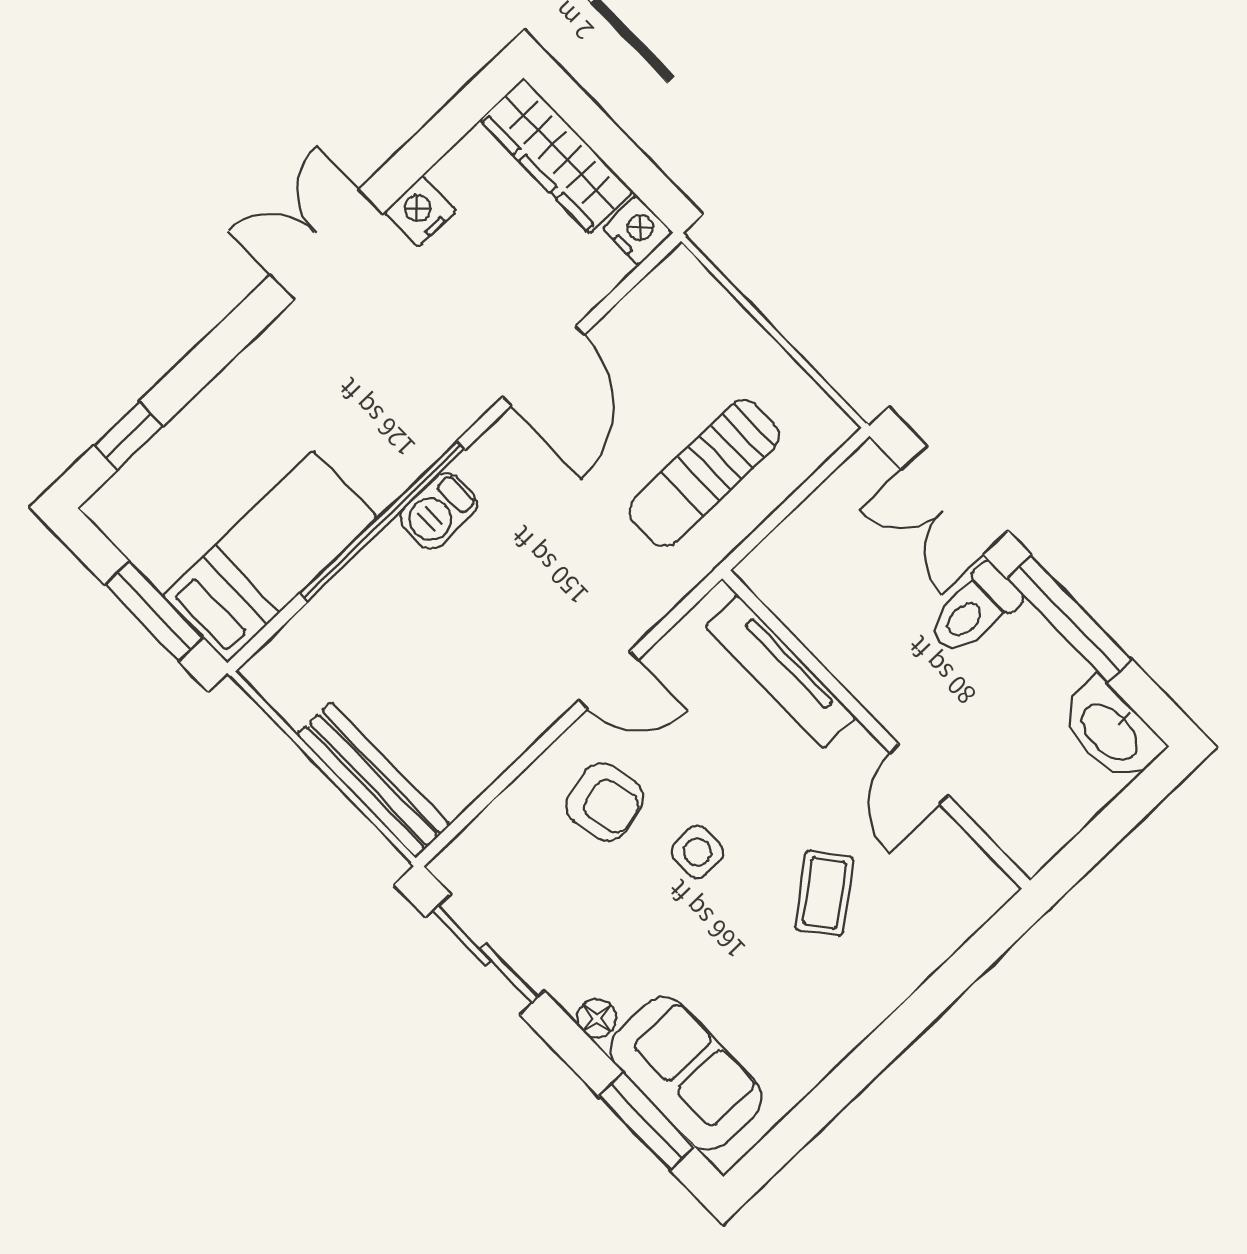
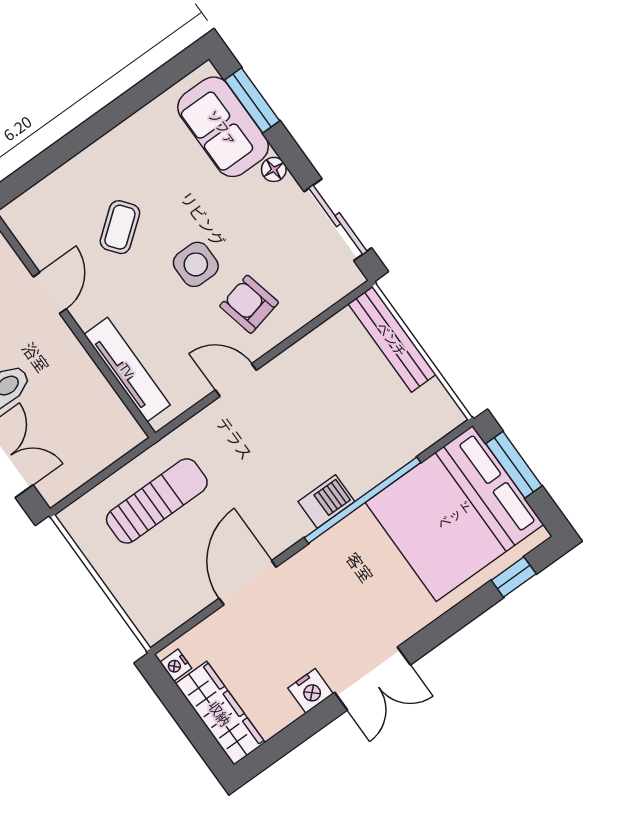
nightstand: (638, 230) -> (176, 665), width x0.72, depth x0.74
bed: (270, 557) -> (454, 514), width x2.04
side table: (697, 852) -> (196, 264), width x1.37, depth x1.37

